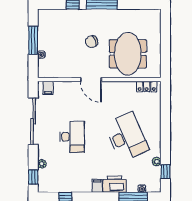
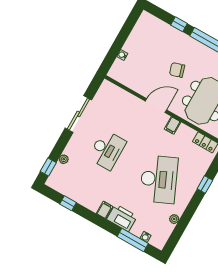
window: (33, 40) -> (122, 37), removed
door: (91, 80) -> (156, 106), swing flipped
filing cabinet: (48, 88) -> (172, 125), moved
sliding door: (33, 121) -> (78, 114), width x0.73
window: (165, 172) -> (205, 185), moved

